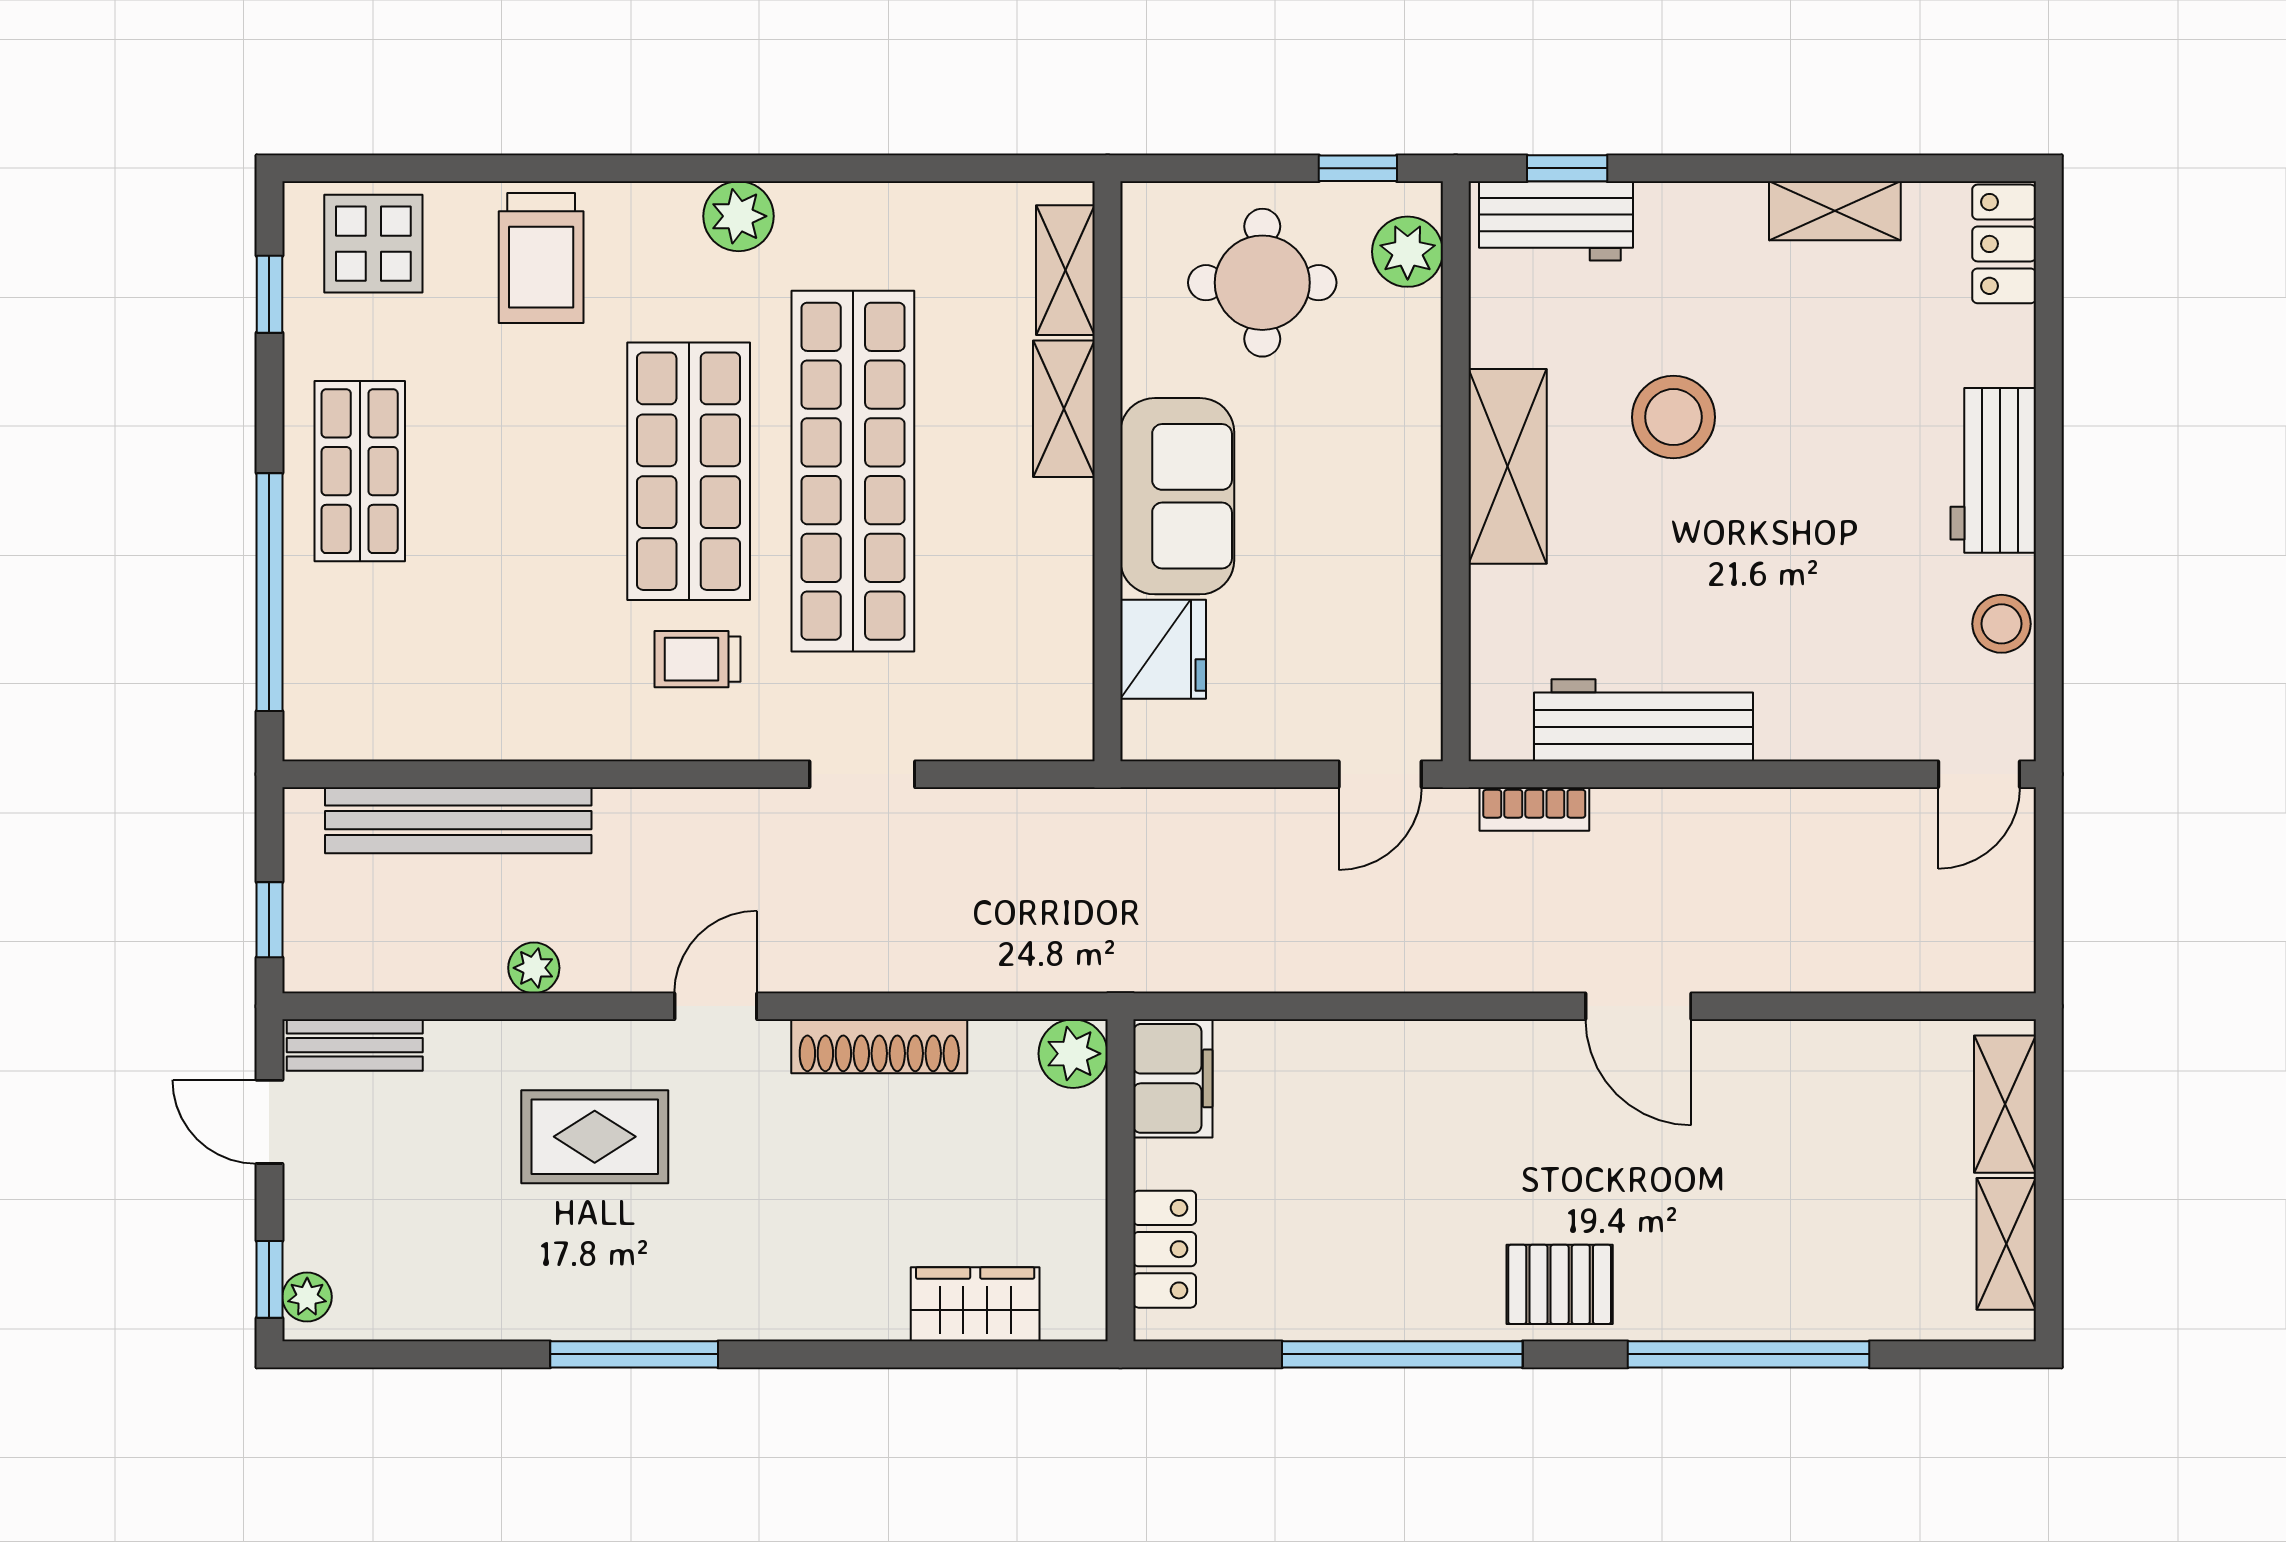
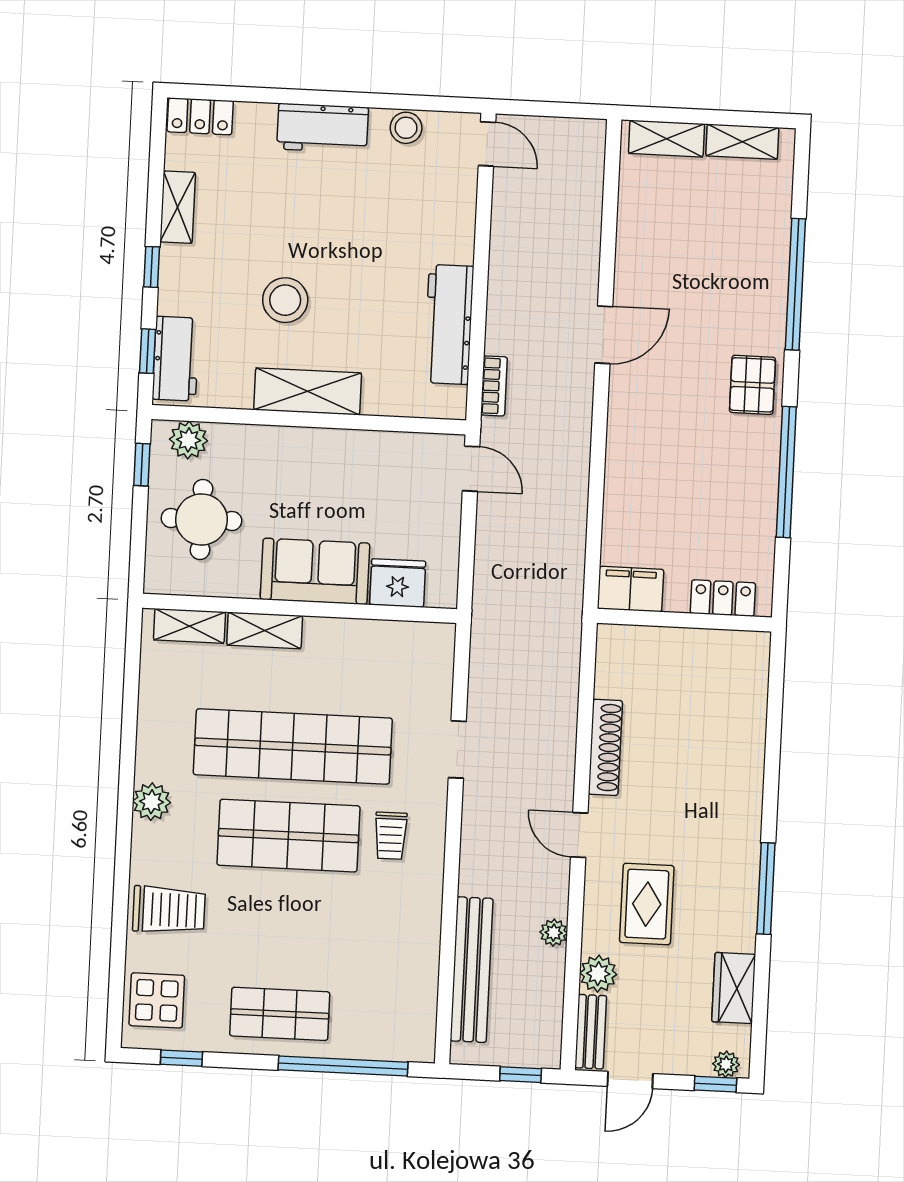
window: (1723, 168) -> (152, 267), added
plant: (1073, 1054) -> (598, 974), moved
wardrobe: (975, 1304) -> (734, 988), moved

